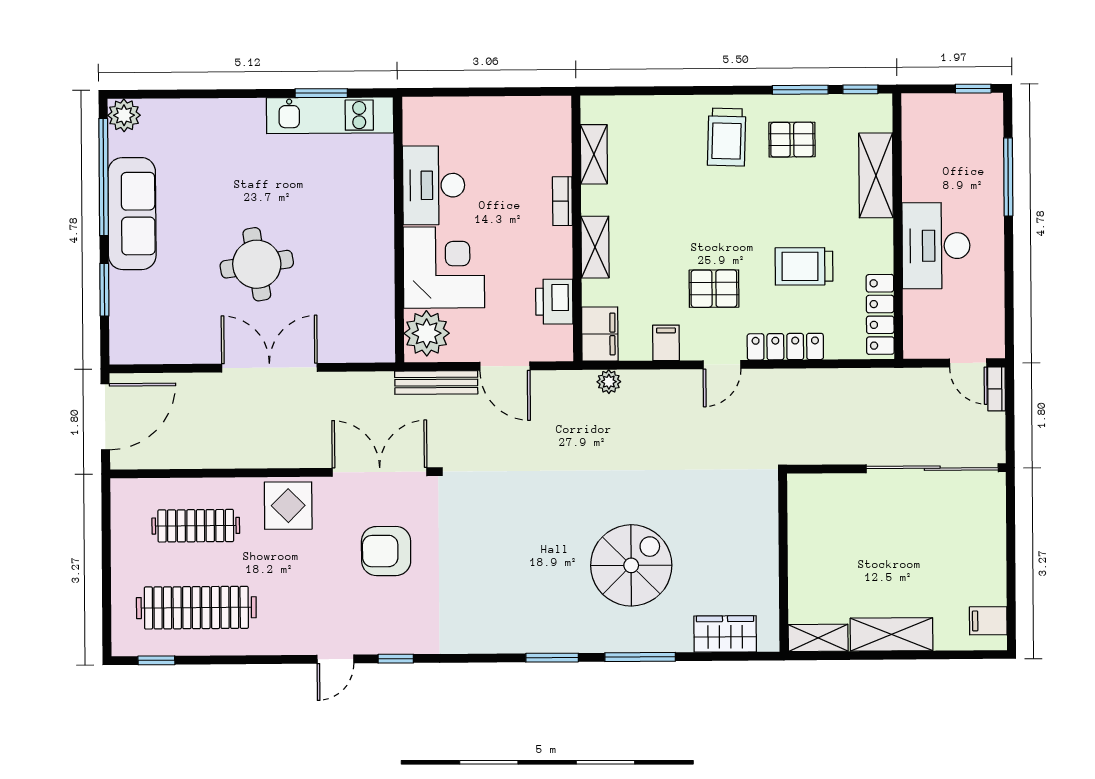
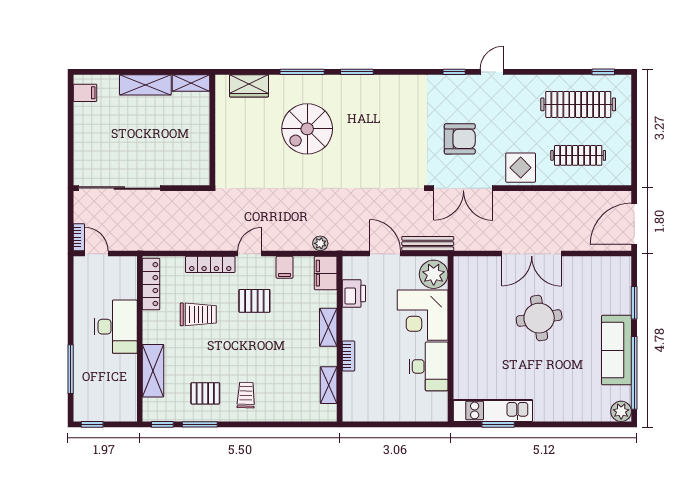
trolley: (727, 137) -> (246, 395), width x0.73, depth x0.72

